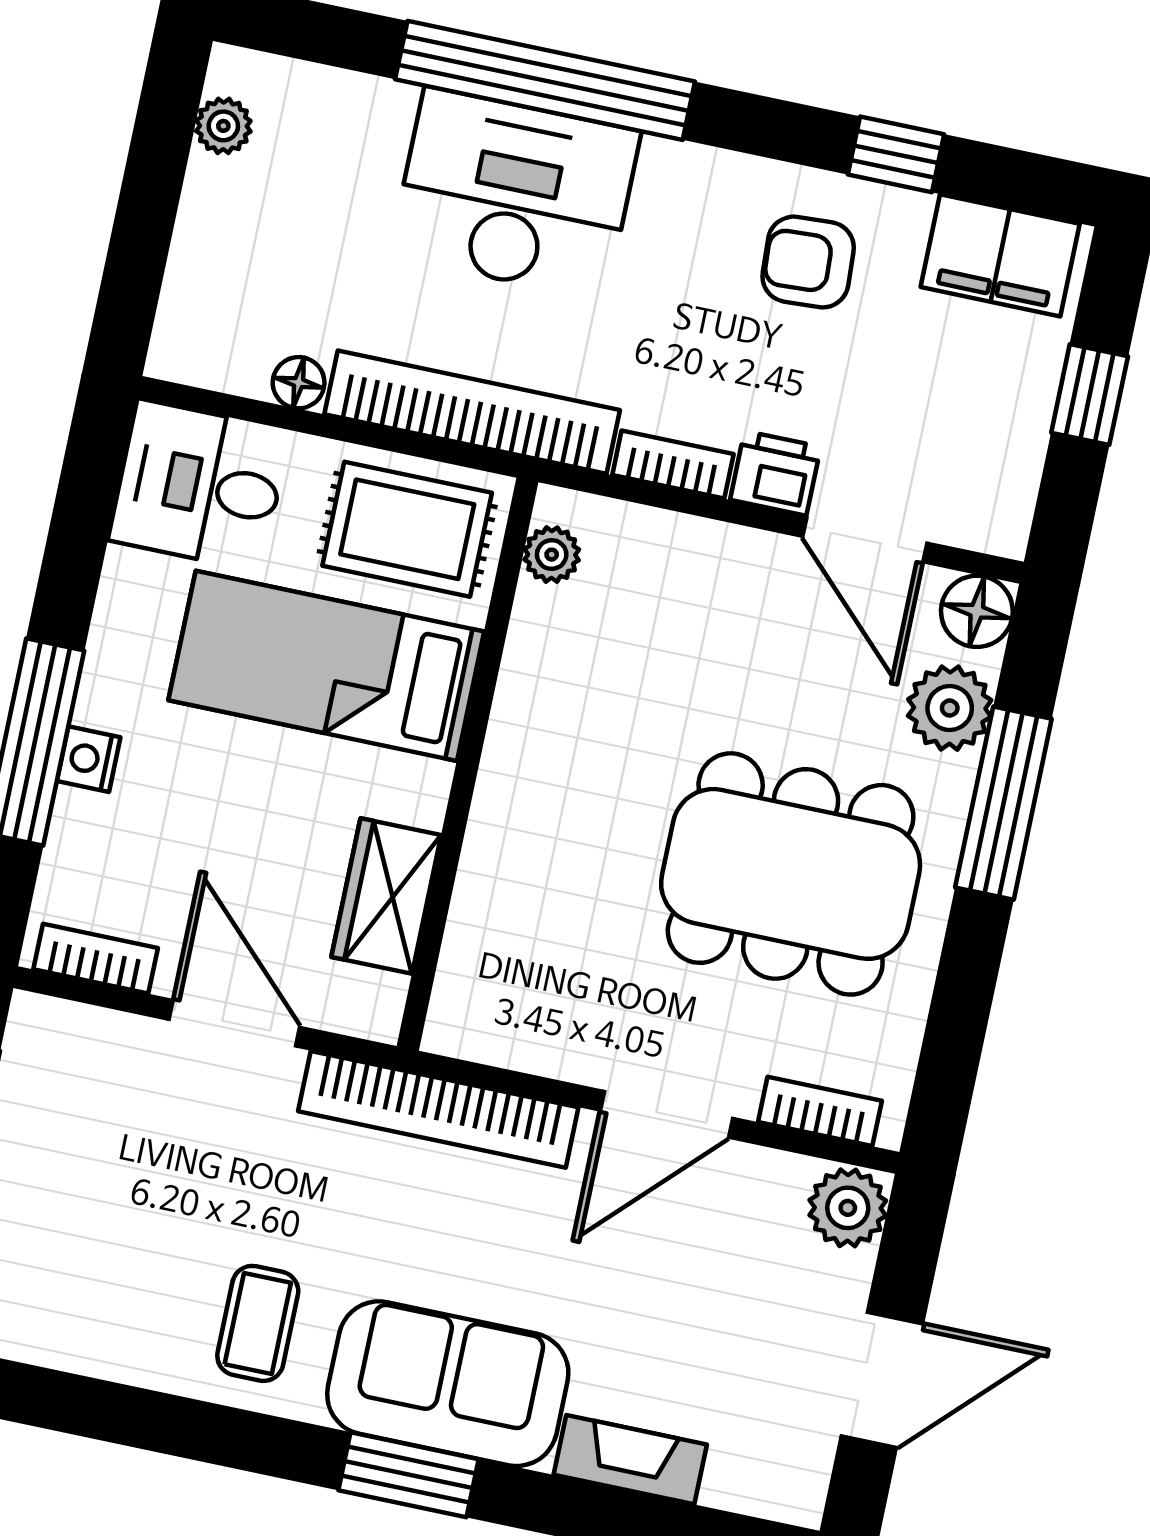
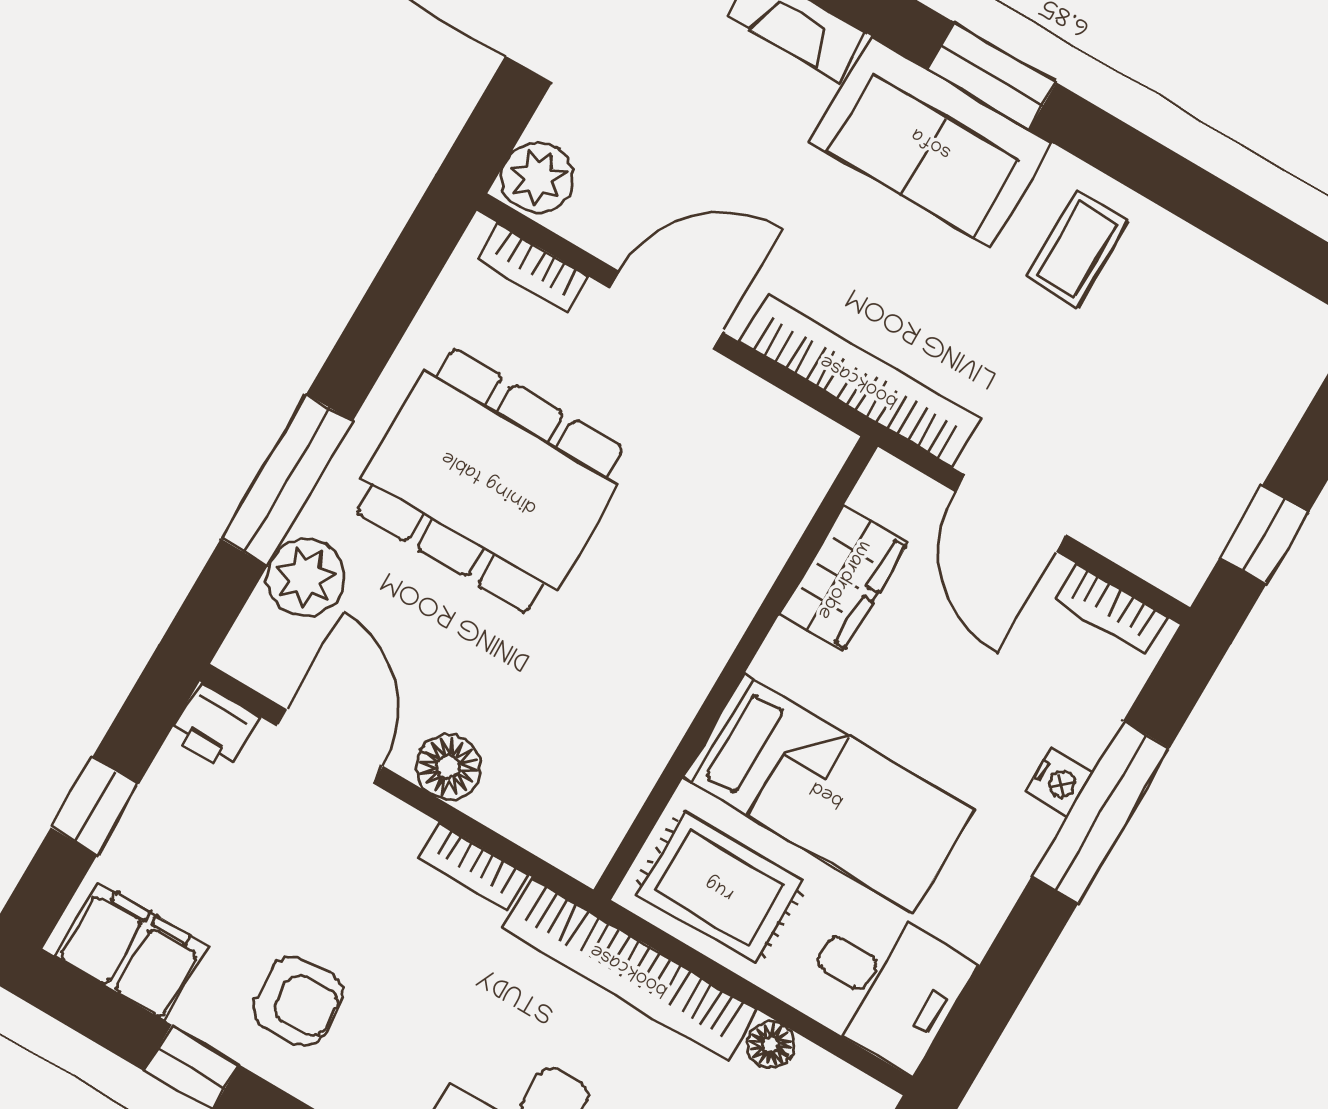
printer: (775, 473) -> (214, 727), moved
plant: (552, 555) -> (603, 824), removed
floor lamp: (977, 611) -> (448, 767), moved

